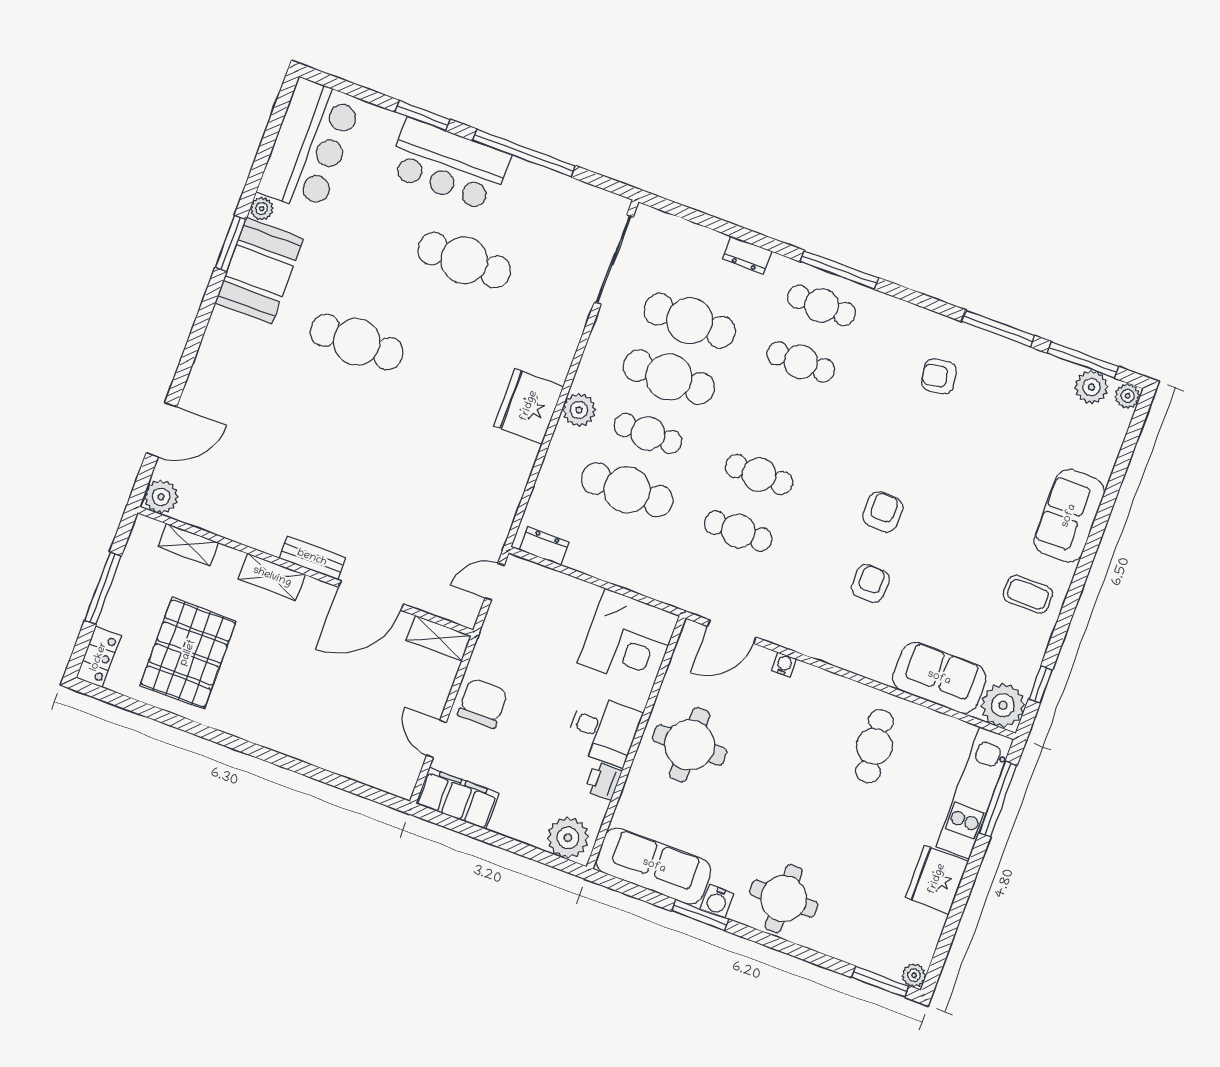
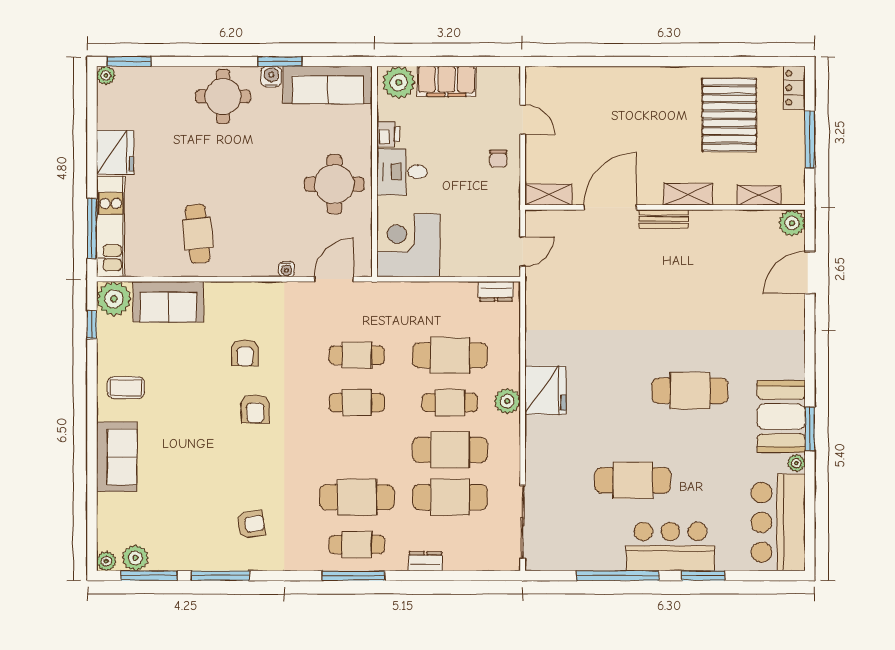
cafe table: (801, 362) -> (357, 497), width x1.37, depth x1.35
chair: (483, 703) -> (498, 159), width x0.54, depth x0.54
filing cabinet: (457, 798) -> (446, 81), moved

